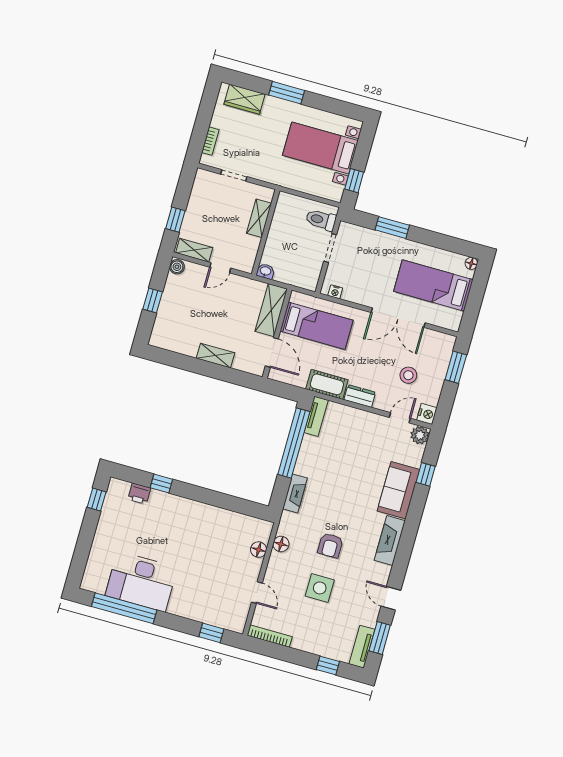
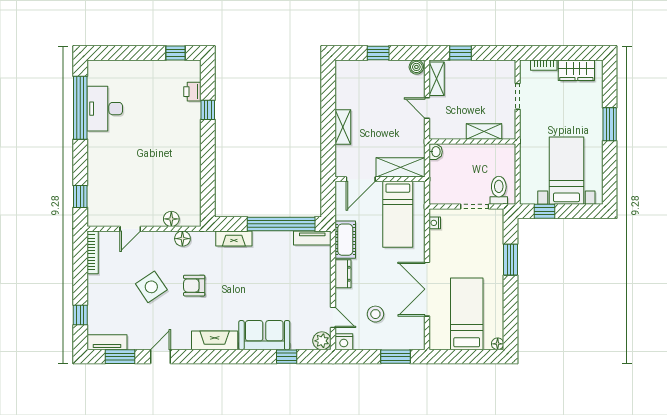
wardrobe: (244, 99) -> (576, 70), moved, turned -90
desk: (141, 582) -> (105, 109), width x0.73, depth x0.77
side table: (320, 588) -> (151, 287), turned -34

